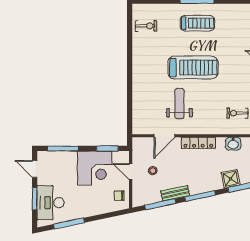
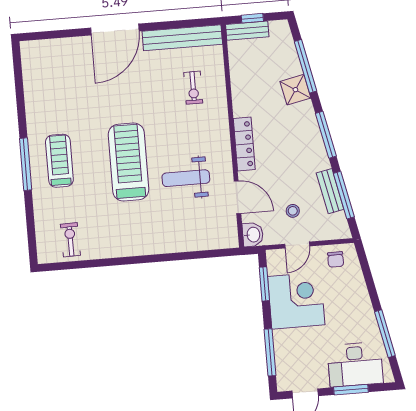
washbasin: (233, 144) -> (253, 235), moved
bench: (175, 193) -> (330, 191), moved

